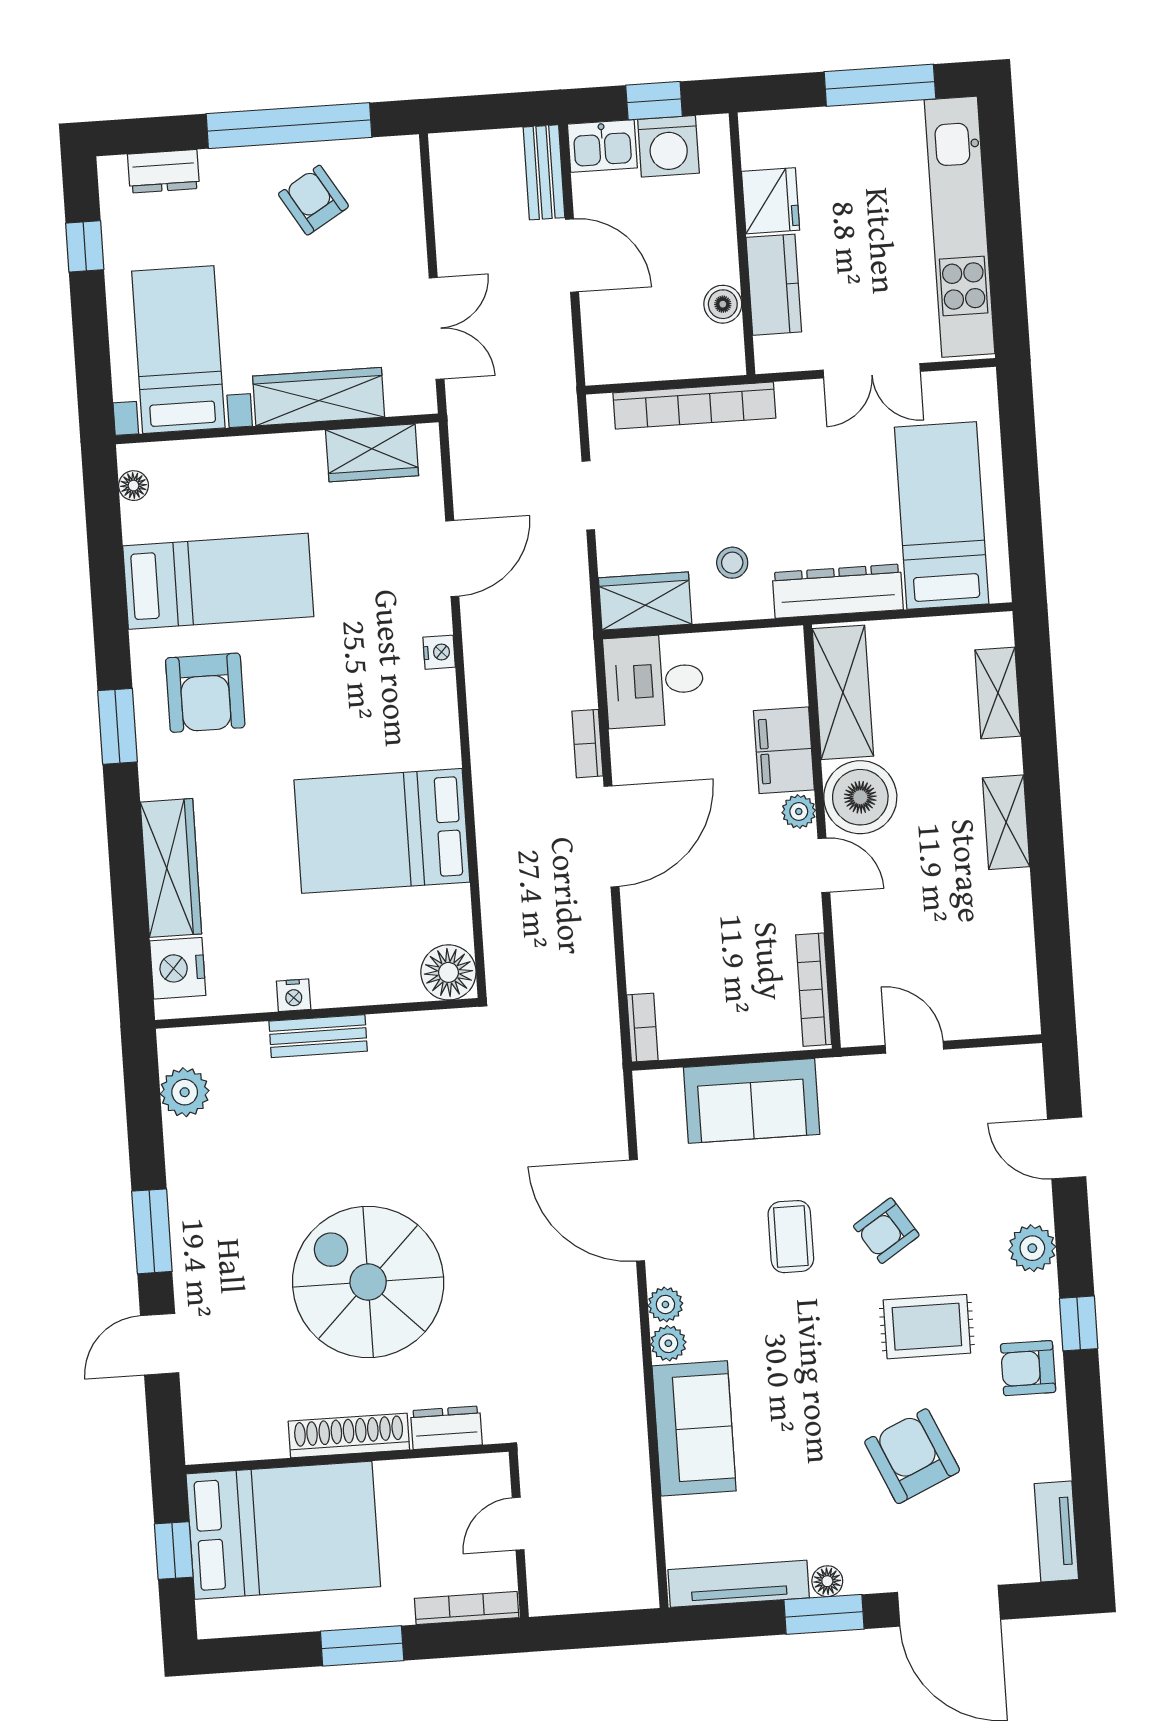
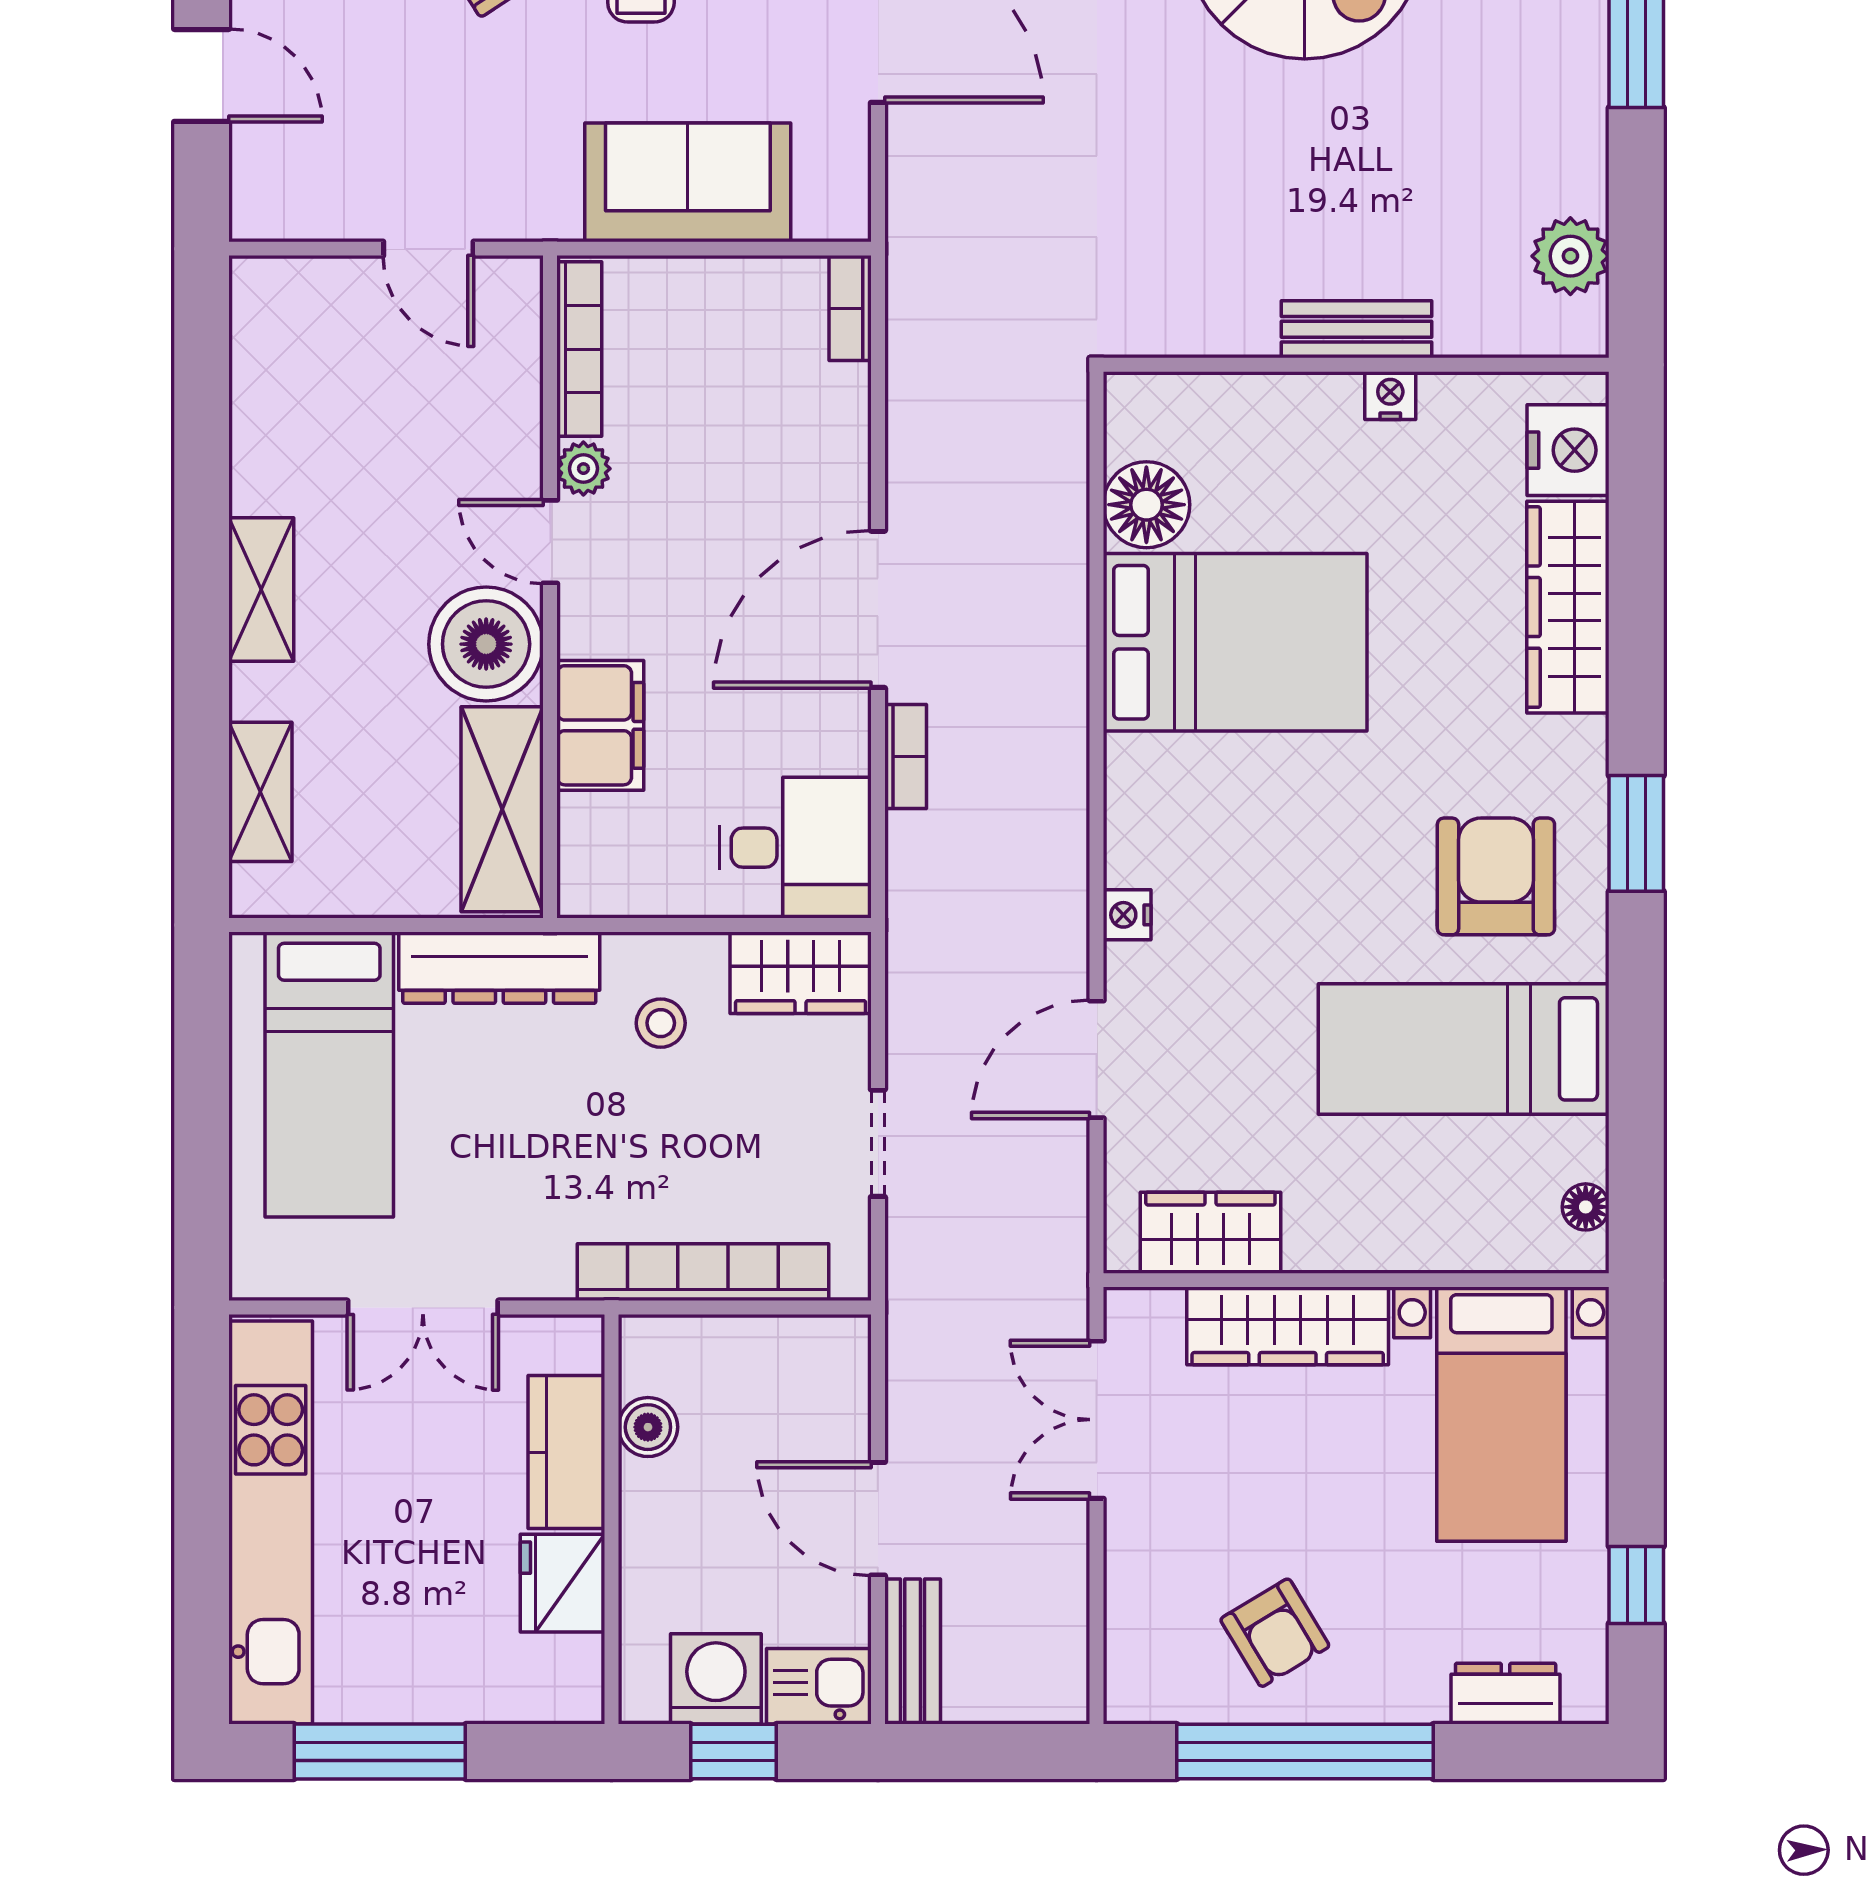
double door: (872, 371) -> (423, 1307), swing flipped
plant: (799, 812) -> (583, 469), moved
floor lamp: (448, 972) -> (1146, 505), moved

